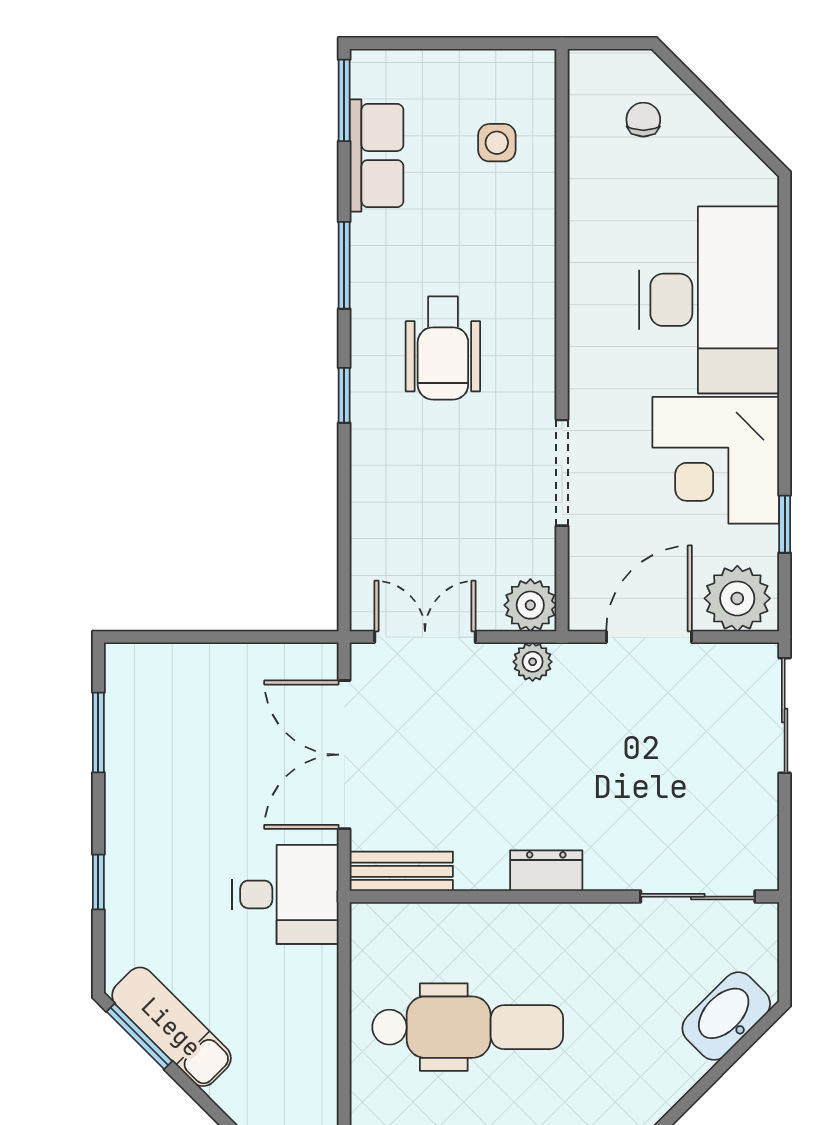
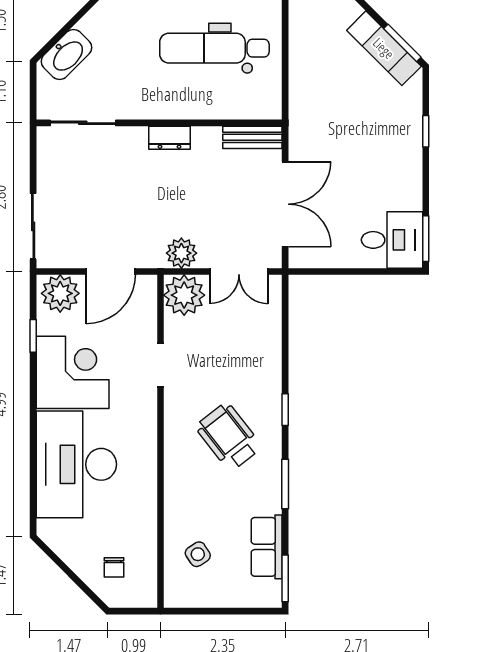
side table: (497, 143) -> (198, 554), turned -33
wheelchair: (443, 348) -> (229, 437), turned -38
doorway: (562, 473) -> (160, 365), width x0.73
plant: (530, 605) -> (184, 295), width x1.36, depth x1.36
plant: (533, 662) -> (181, 253), width x1.38, depth x1.38
window: (98, 732) -> (426, 239), moved
desk: (285, 894) -> (392, 240), moved, turned 180

